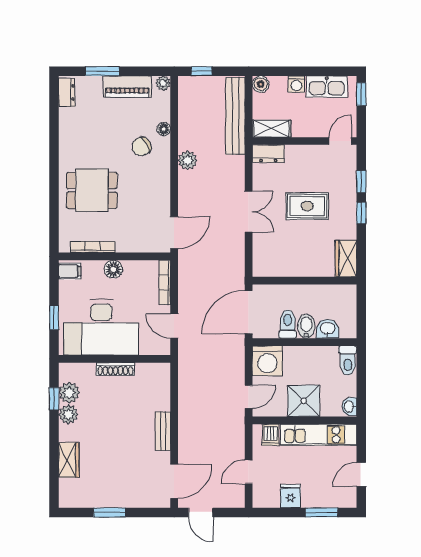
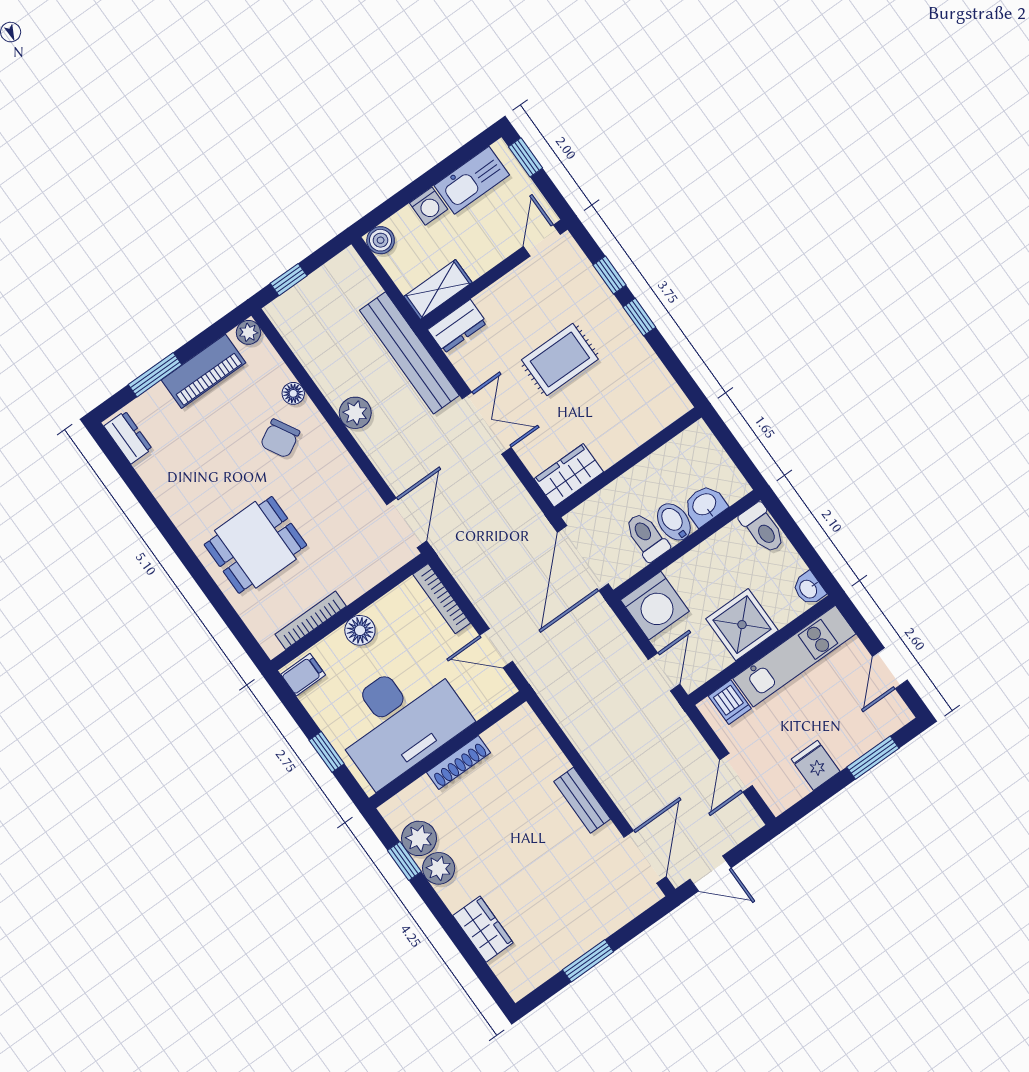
bench: (235, 116) -> (409, 353), moved
wardrobe: (346, 259) -> (569, 475), moved, turned 90

